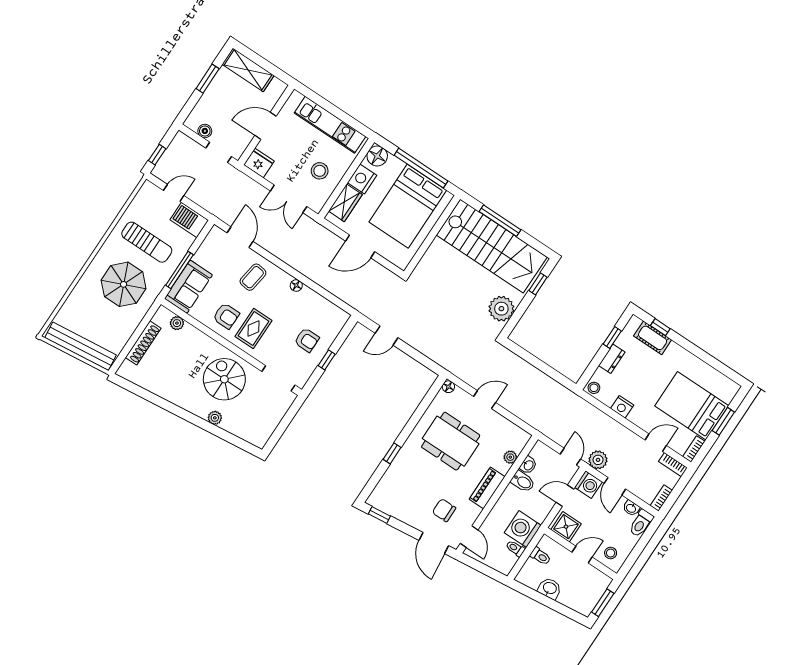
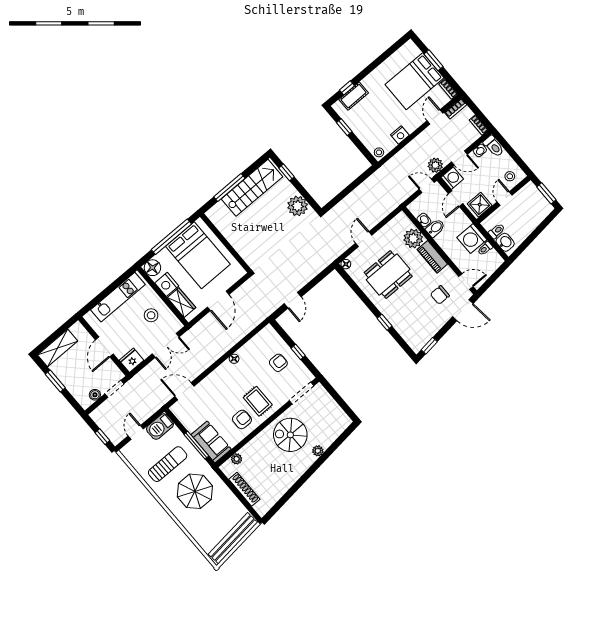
stairs: (492, 246) -> (252, 188), width x0.73, depth x0.66
coffee table: (253, 277) -> (218, 390), removed
dresser: (612, 359) -> (361, 132), removed
plant: (510, 457) -> (413, 238), width x1.87, depth x1.87
washbasin: (550, 588) -> (505, 242), moved, turned 96

